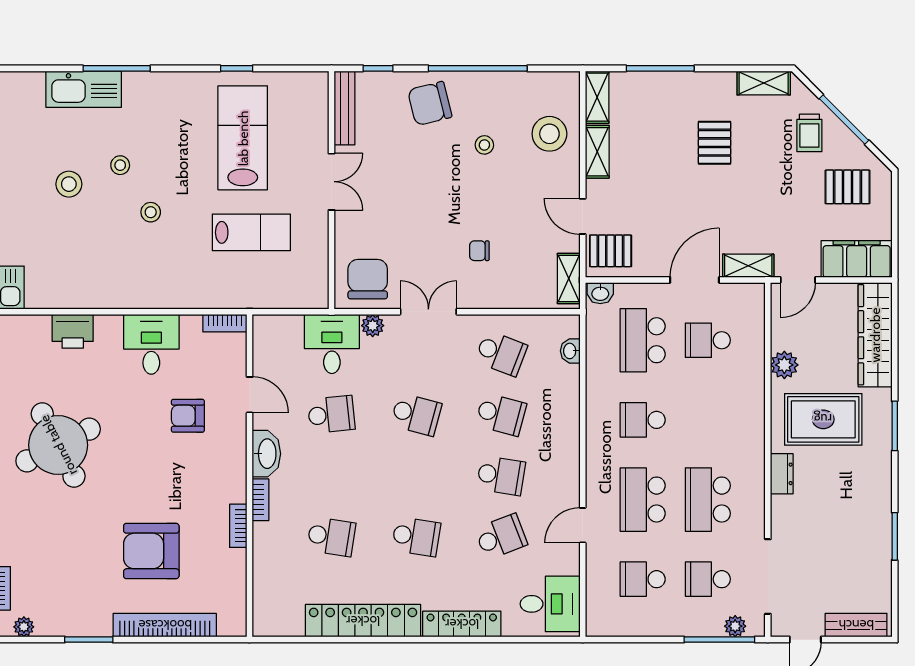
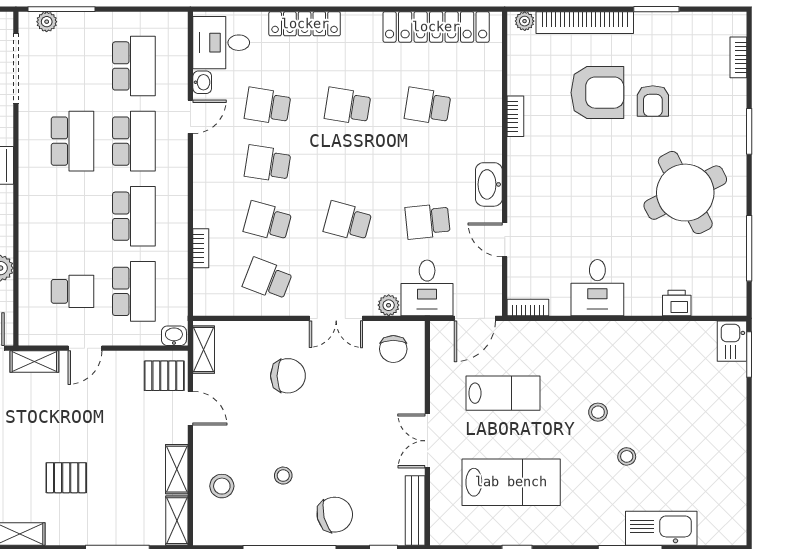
stool: (549, 134) -> (222, 486), width x0.73, depth x0.73
lab bench: (243, 138) -> (511, 482), turned -90
pallet: (715, 143) -> (66, 478), turned 90
stool: (69, 184) -> (675, 439), removed
lab bench: (251, 232) -> (503, 393), turned 180
chair: (479, 251) -> (288, 376), width x1.87, depth x1.87
chair: (368, 279) -> (393, 349), width x0.73, depth x0.73
door: (695, 280) -> (85, 348), width x0.73
door: (281, 312) -> (475, 318), added
printer: (73, 331) -> (677, 303), width x0.73, depth x0.81
washbasin: (570, 351) -> (202, 82), moved
armchair: (188, 416) -> (653, 101), moved, turned 90
school desk: (643, 420) -> (134, 216), width x1.85
bookcase: (261, 500) -> (201, 248), moved, turned 180
school desk: (501, 537) -> (268, 106), turned 30
school desk: (643, 579) -> (134, 66), width x1.85
school desk: (708, 579) -> (72, 66), removed
locker: (363, 621) -> (436, 27), moved
plant: (24, 627) -> (525, 21), moved

